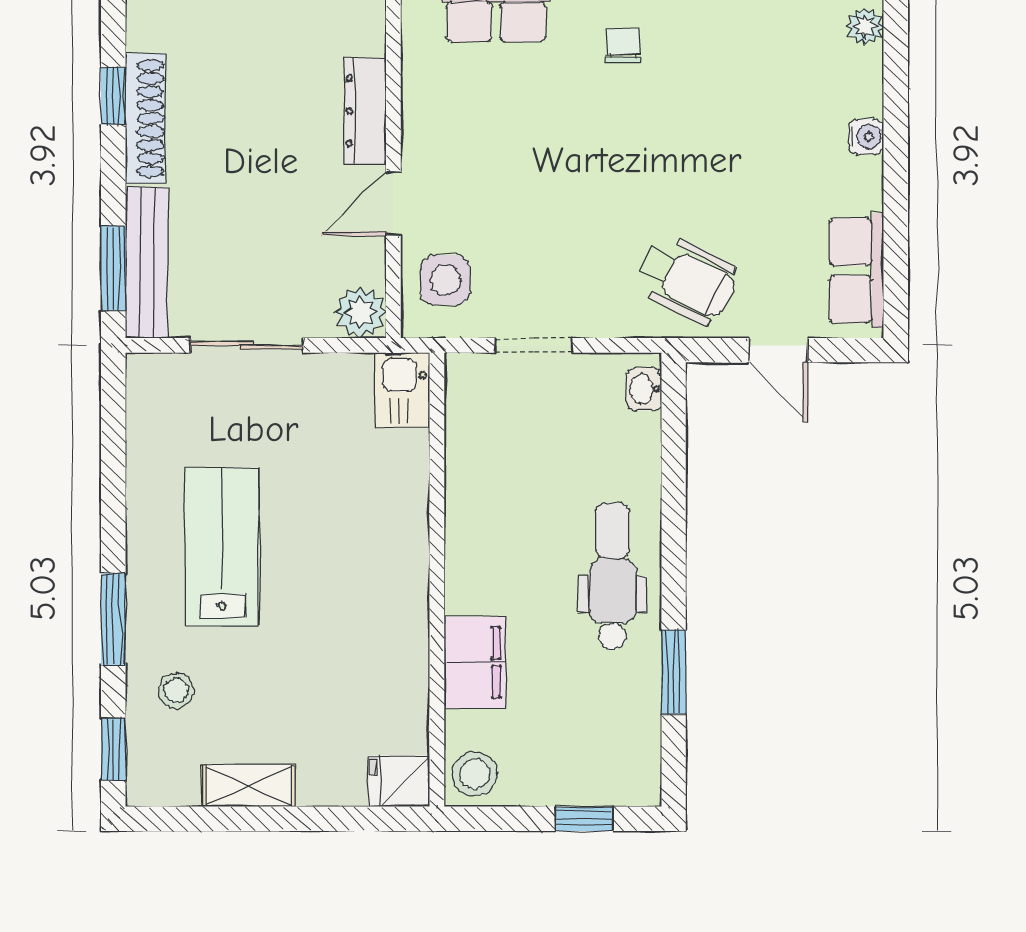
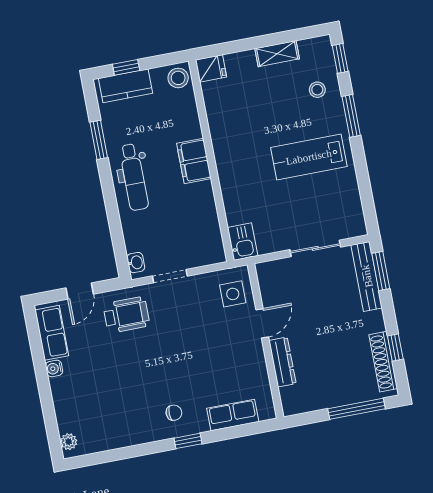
chair: (623, 46) -> (174, 413), turned -90
shoe rack: (145, 118) -> (383, 362), moved
water cooler: (866, 137) -> (54, 368), moved
wheelchair: (686, 279) -> (126, 315), turned 153
plant: (361, 312) -> (268, 272), removed
doorway: (533, 345) -> (170, 276), moved
door: (778, 350) -> (80, 291), swing flipped
lab bench: (222, 547) -> (309, 157), turned 90
filing cabinet: (475, 662) -> (194, 161), moved
kitchen counter: (593, 779) -> (125, 86), added

